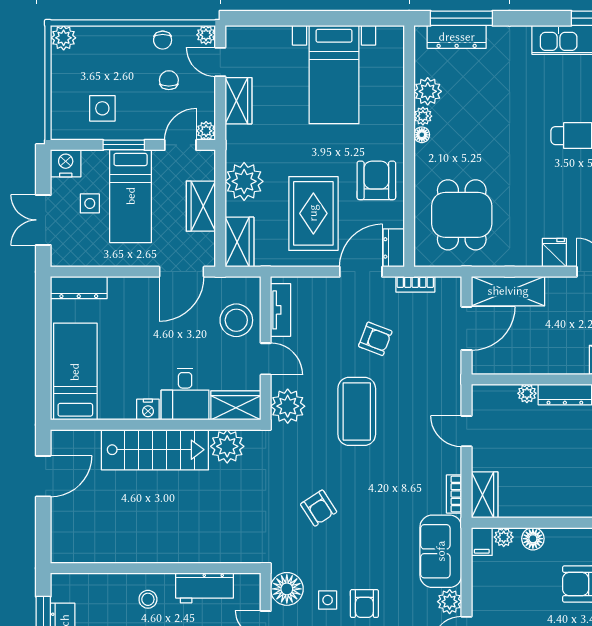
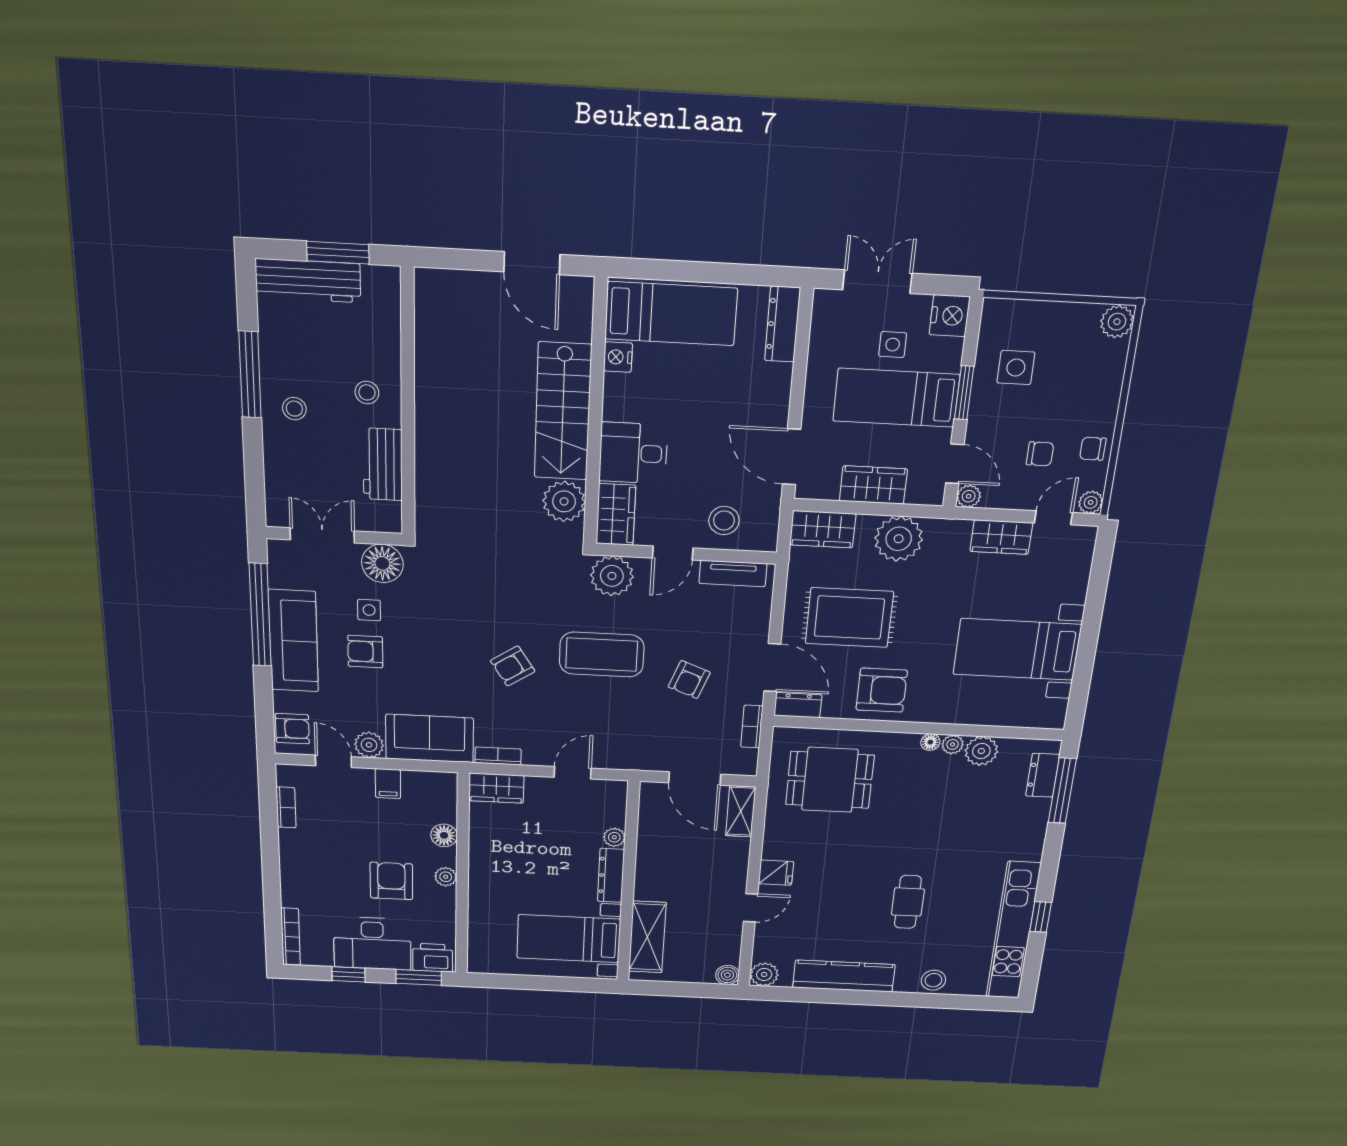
dresser: (457, 37) -> (1043, 775), width x0.70
shelving: (508, 291) -> (741, 811), width x0.67, depth x0.75
stool: (236, 320) -> (724, 520), width x0.73, depth x0.73
nightstand: (148, 410) -> (618, 357), moved
armchair: (319, 508) -> (513, 666), moved
plant: (504, 537) -> (446, 877), moved
filing cabinet: (482, 541) -> (388, 784), moved, turned -90

